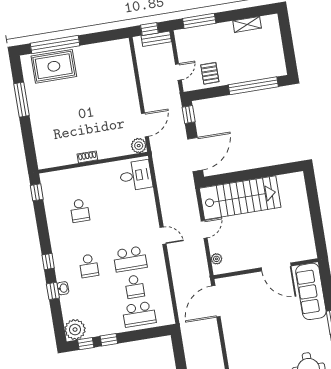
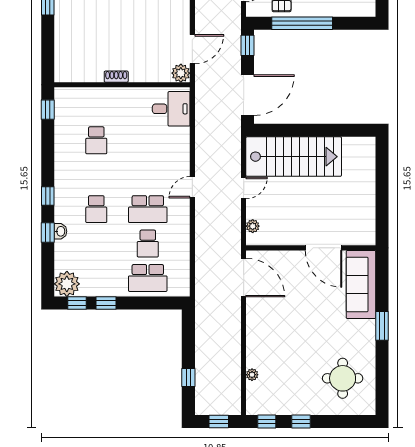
window: (253, 86) -> (302, 23), moved
door: (163, 236) -> (192, 187), swing flipped
door: (216, 301) -> (244, 278), swing flipped

